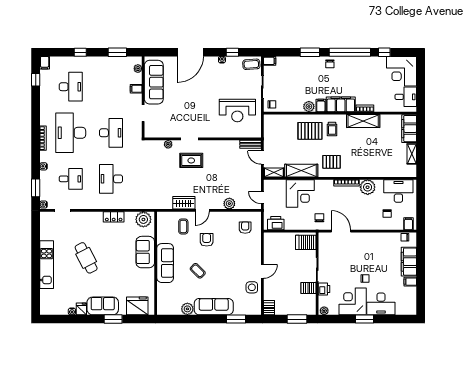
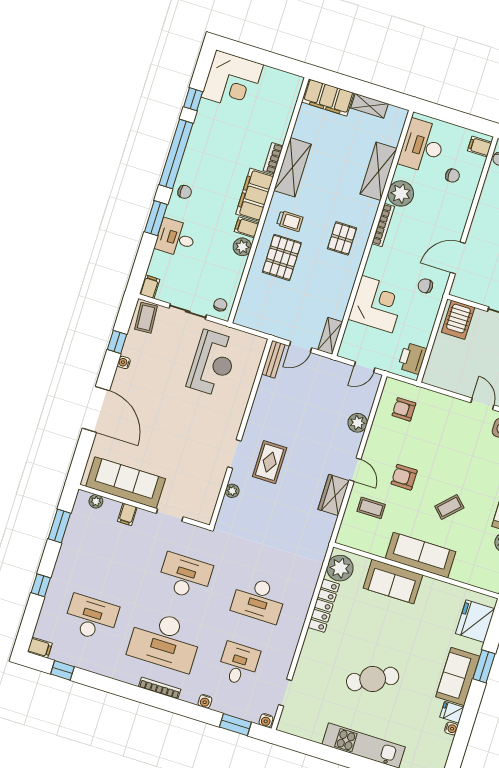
desk: (406, 97) -> (176, 238), moved, turned -90
shelving: (301, 171) -> (378, 171), moved
locker: (114, 217) -> (324, 606), width x1.53

